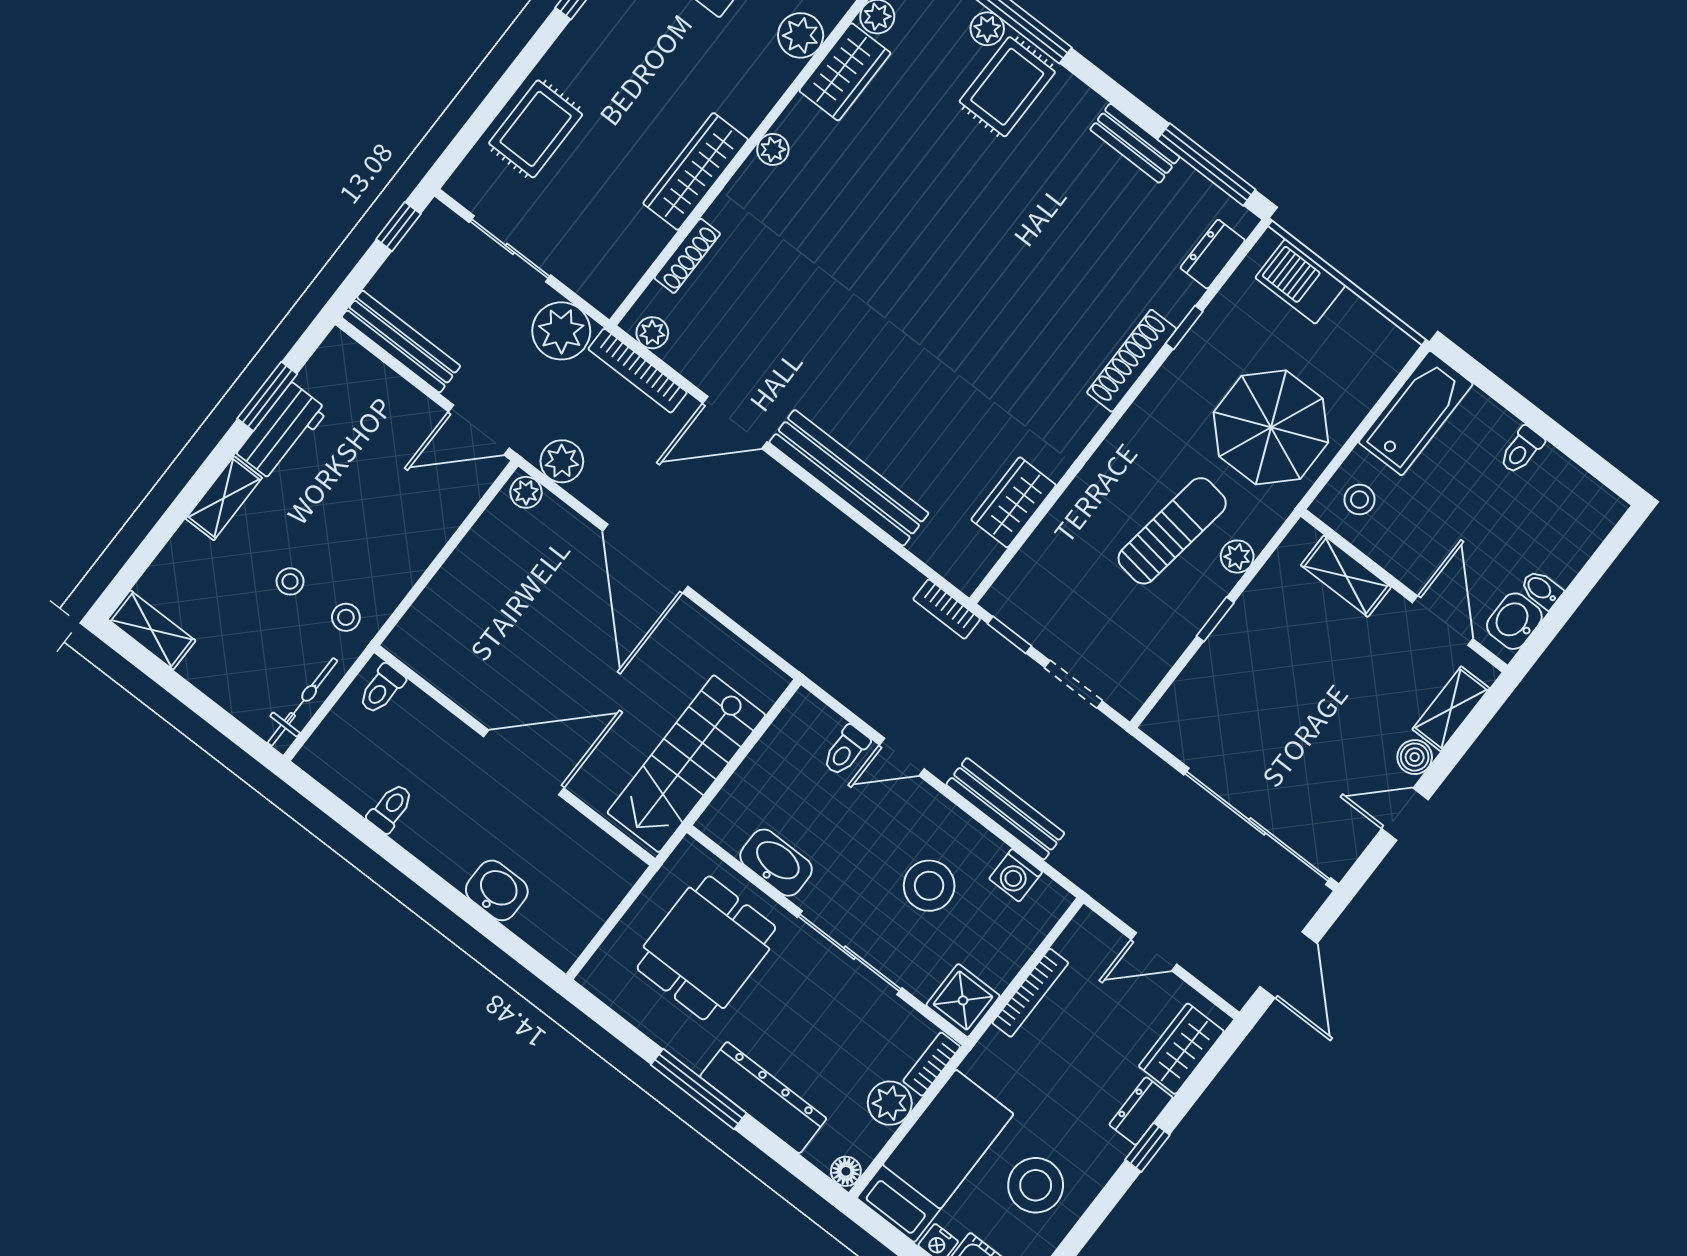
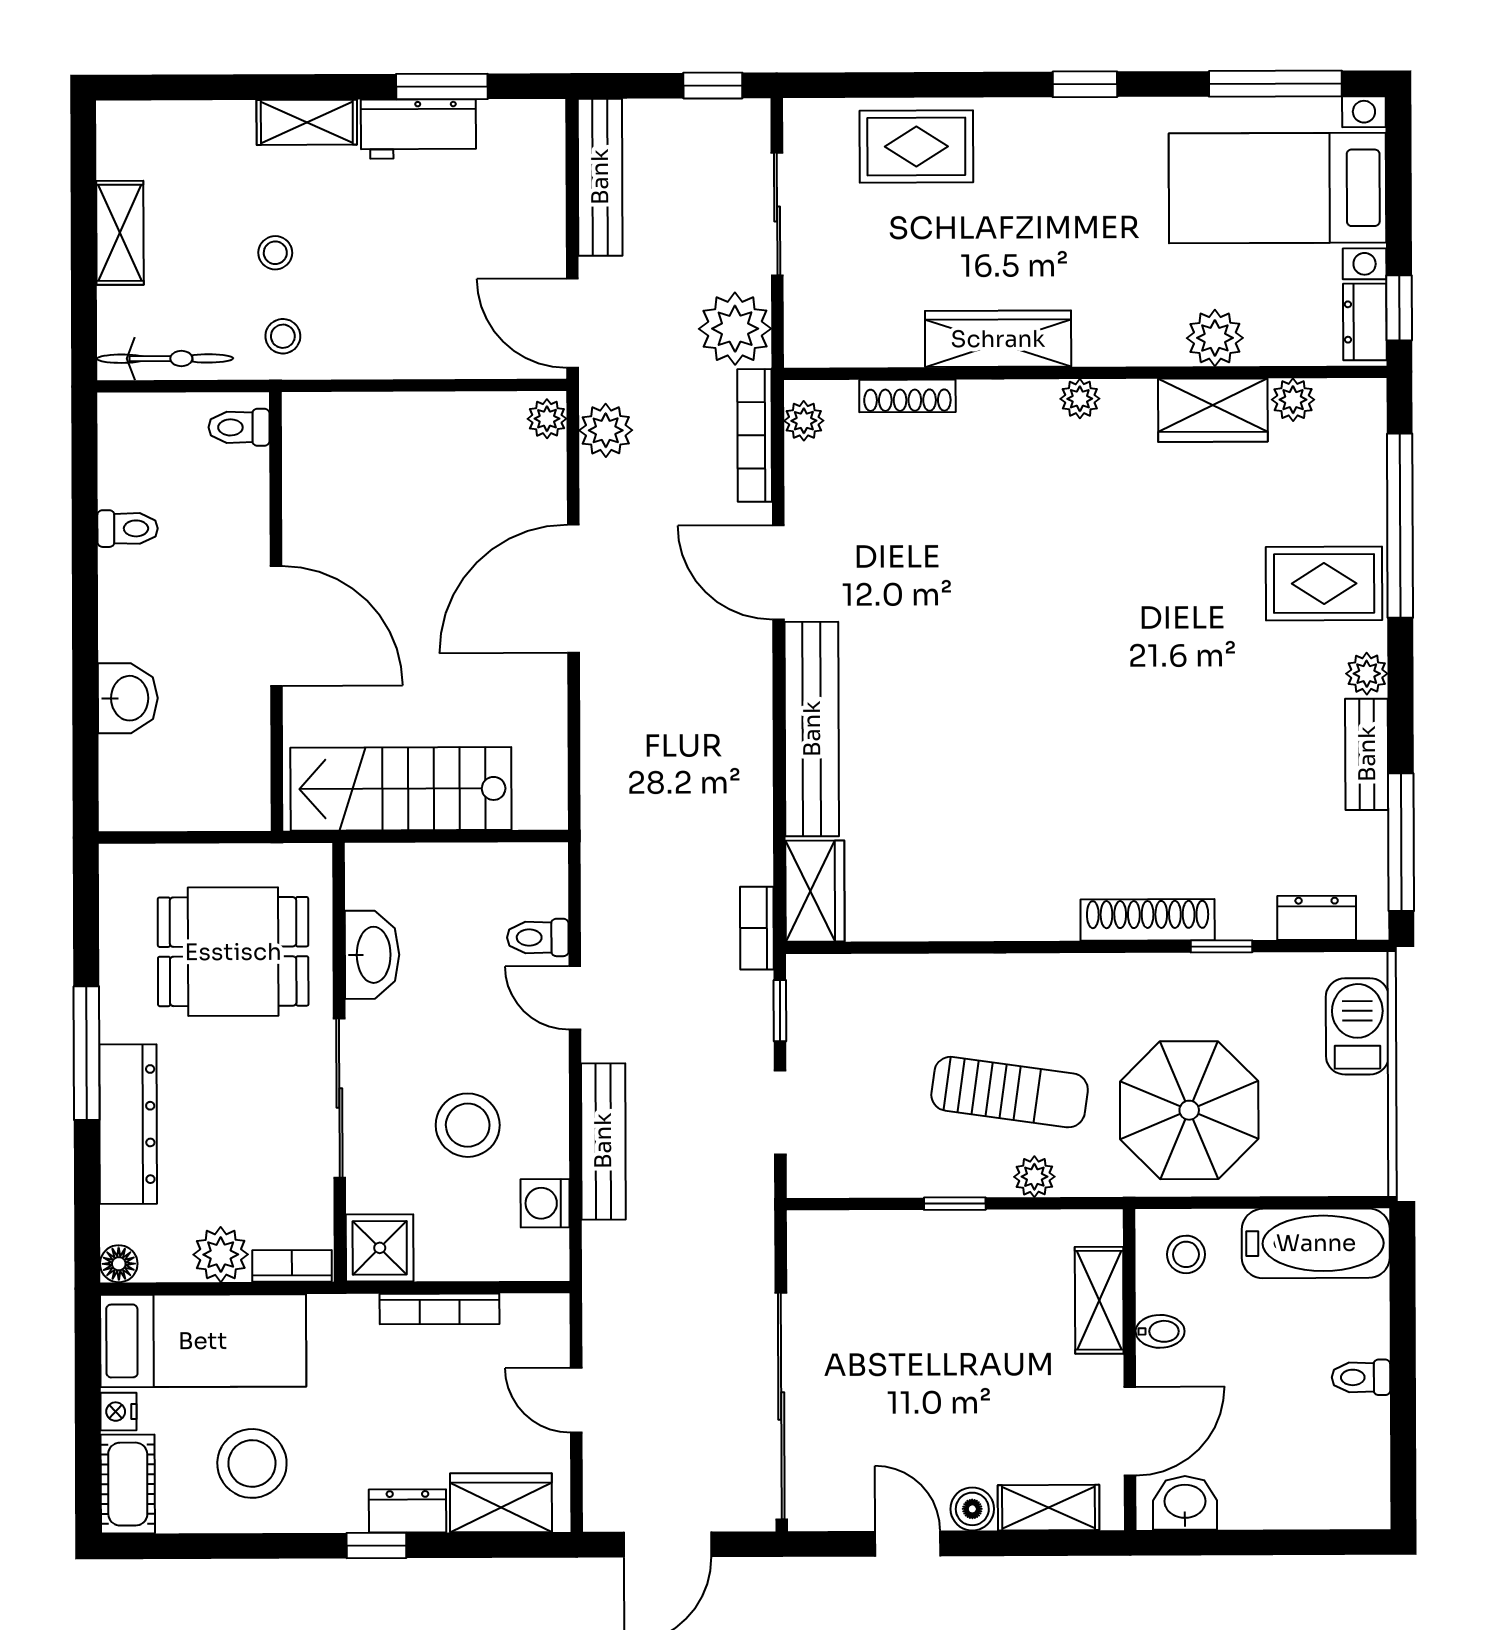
plant: (987, 29) -> (1367, 674), moved
wardrobe: (1014, 502) -> (815, 891), moved, turned 90
bidet: (1541, 589) -> (1160, 1331), moved, turned 90
shelving: (152, 630) -> (120, 233), moved

